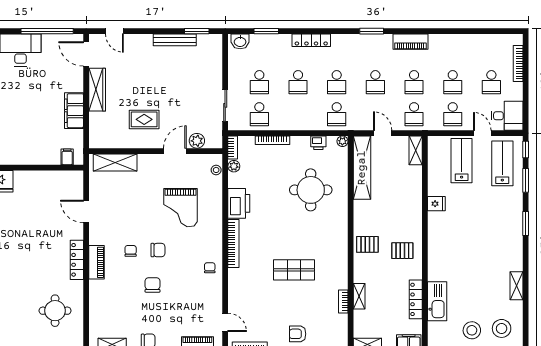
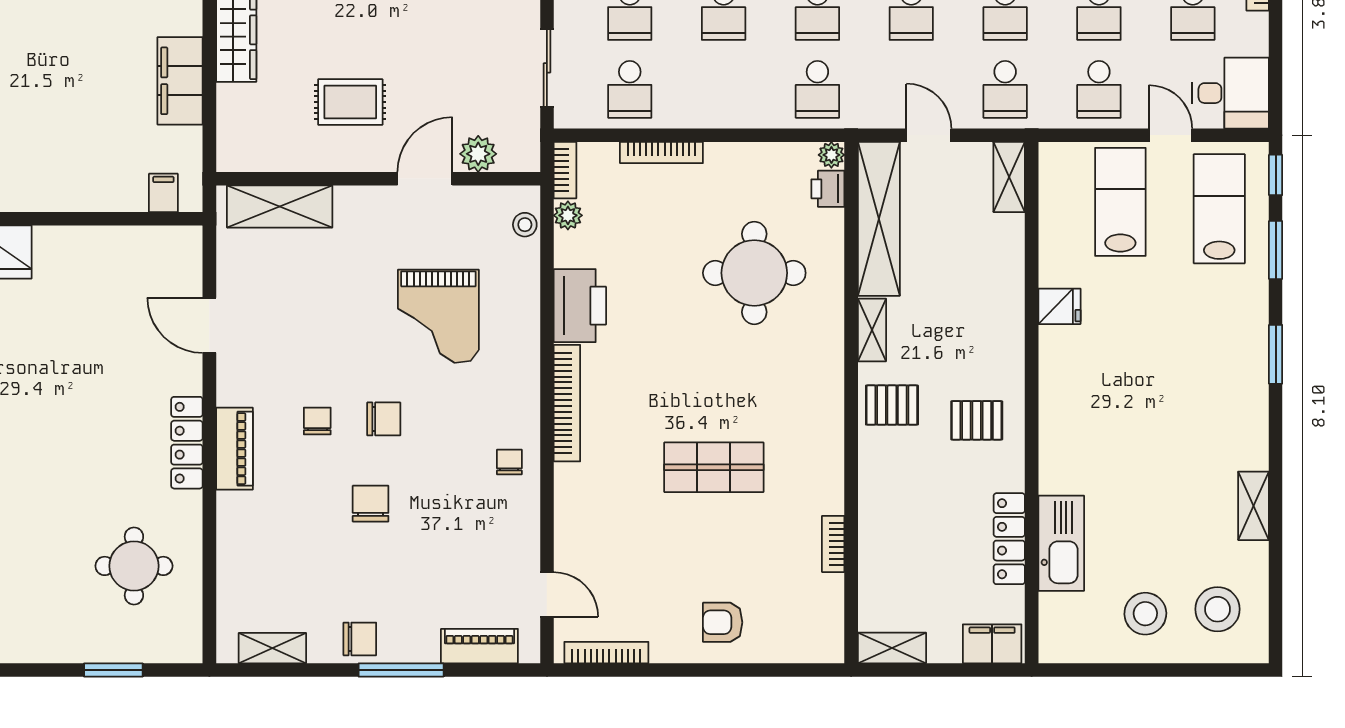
printer: (318, 143) -> (828, 189), moved, turned 90
shelving: (359, 296) -> (872, 330), moved

